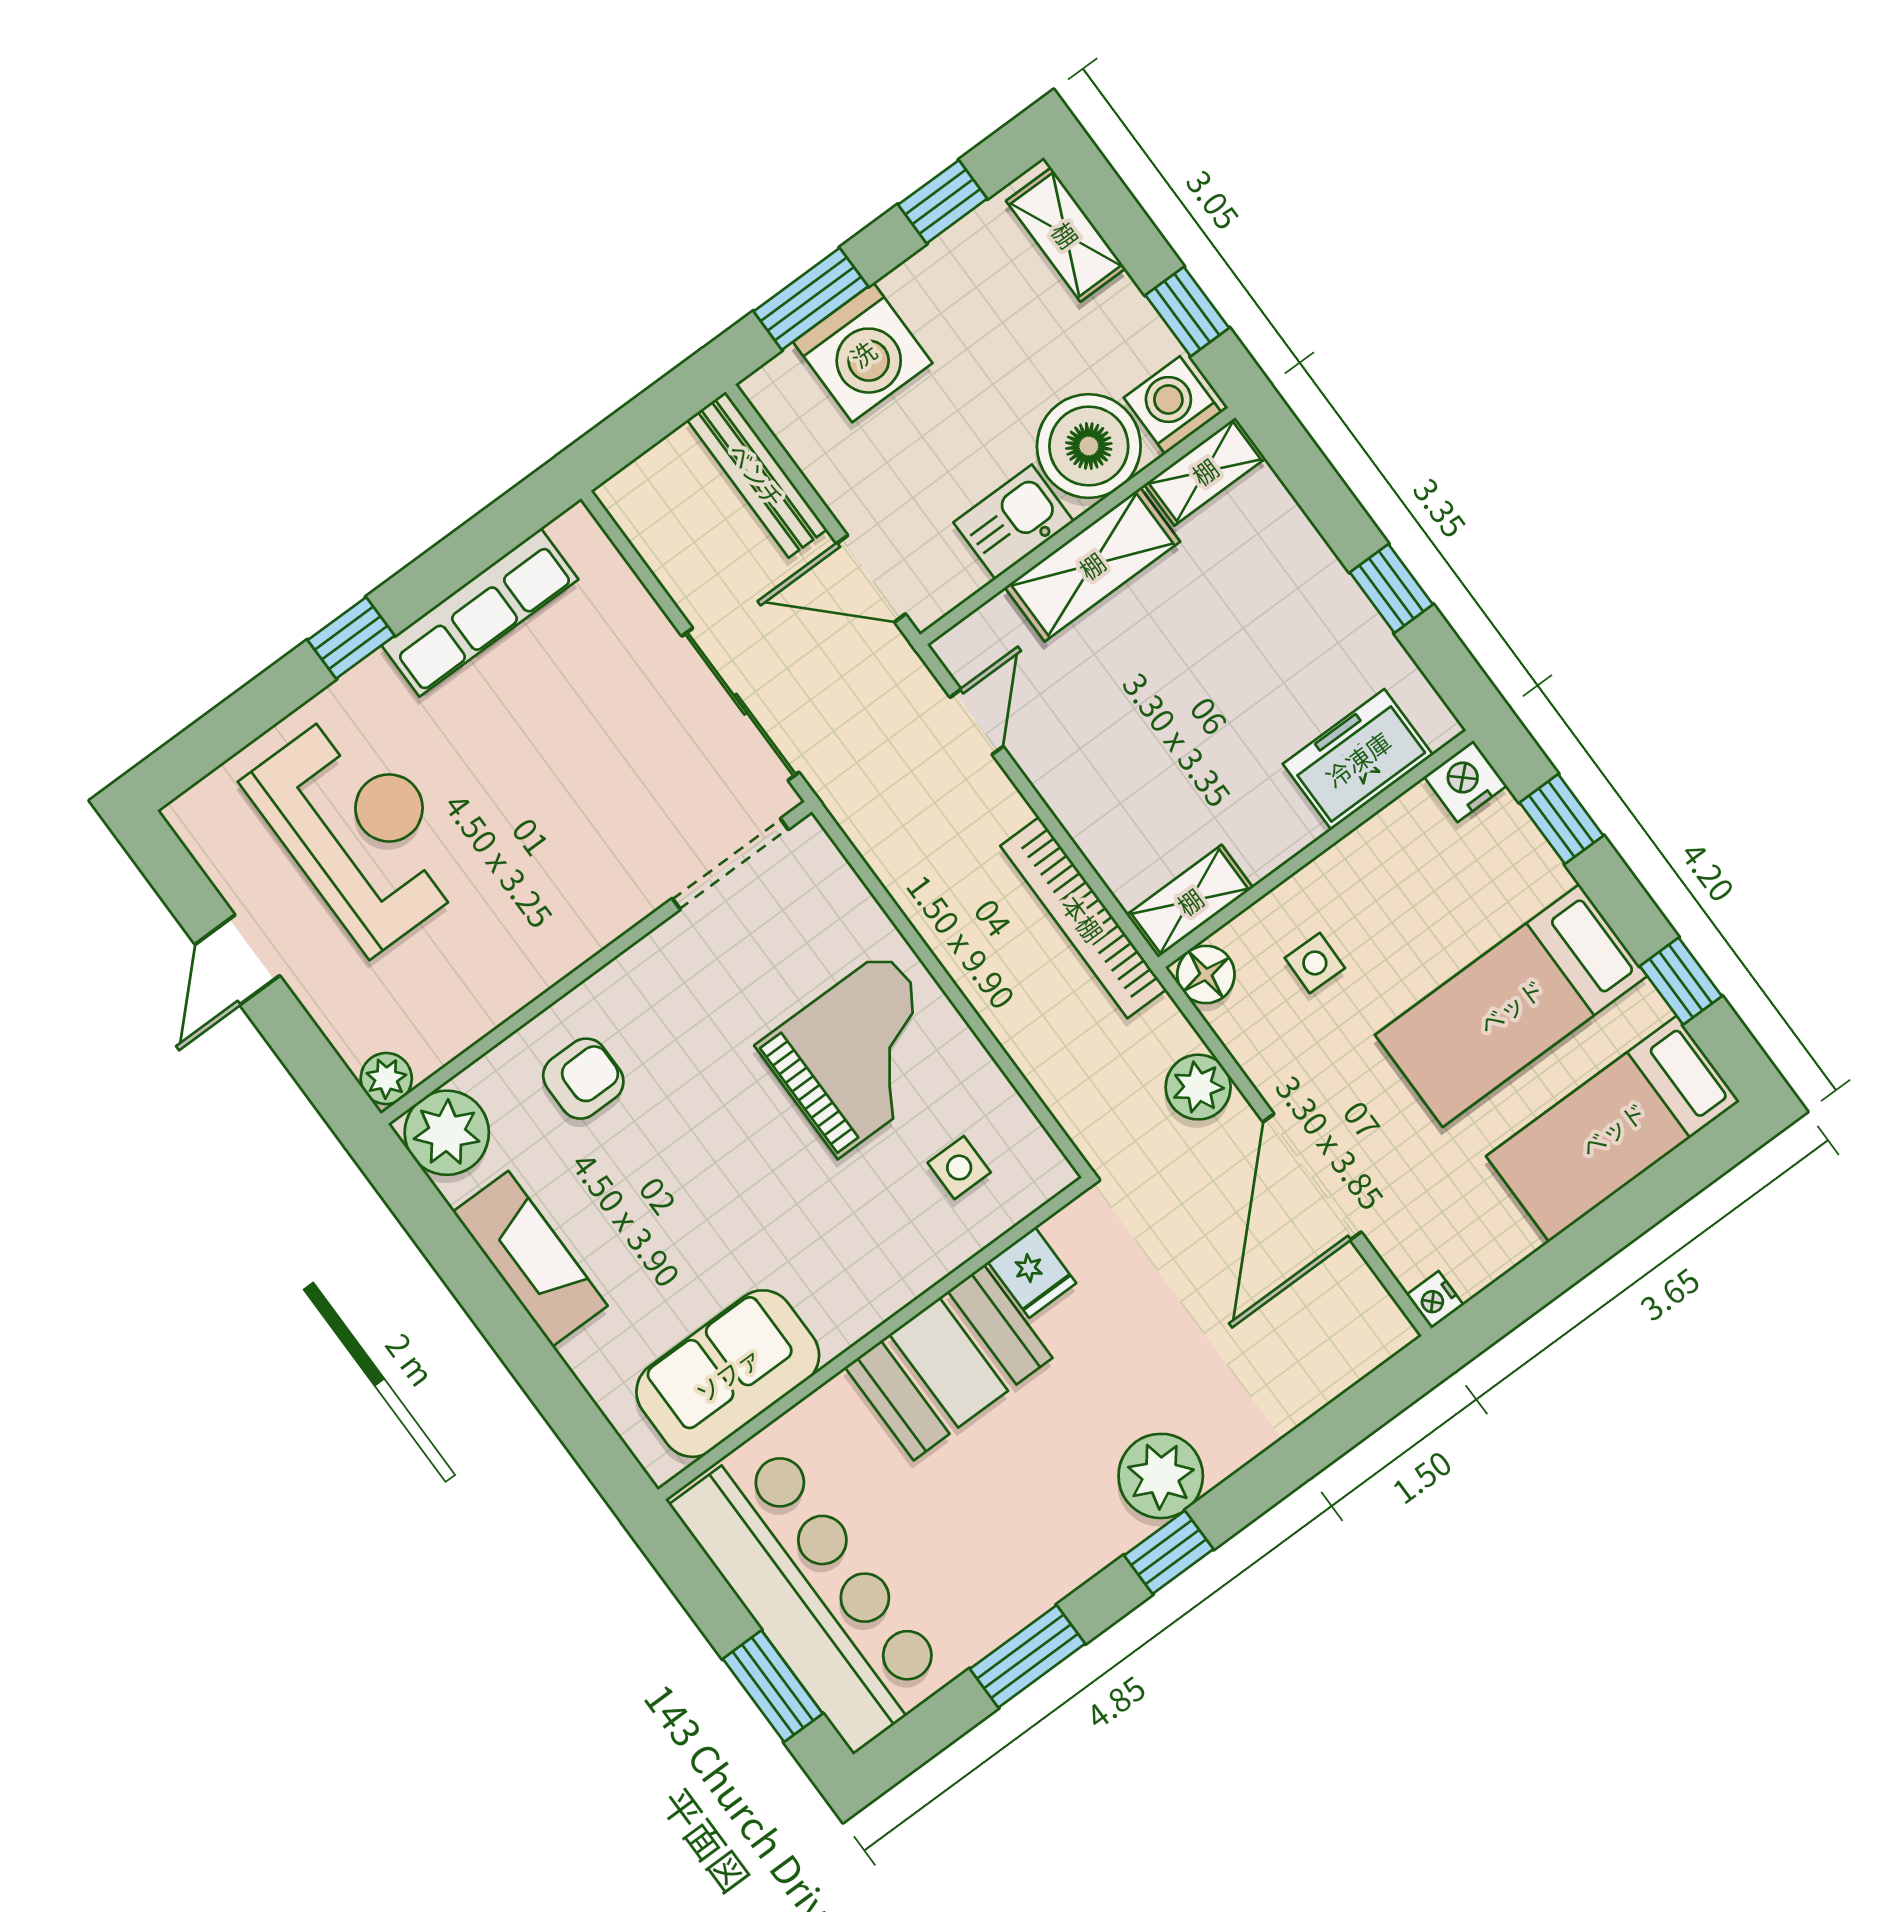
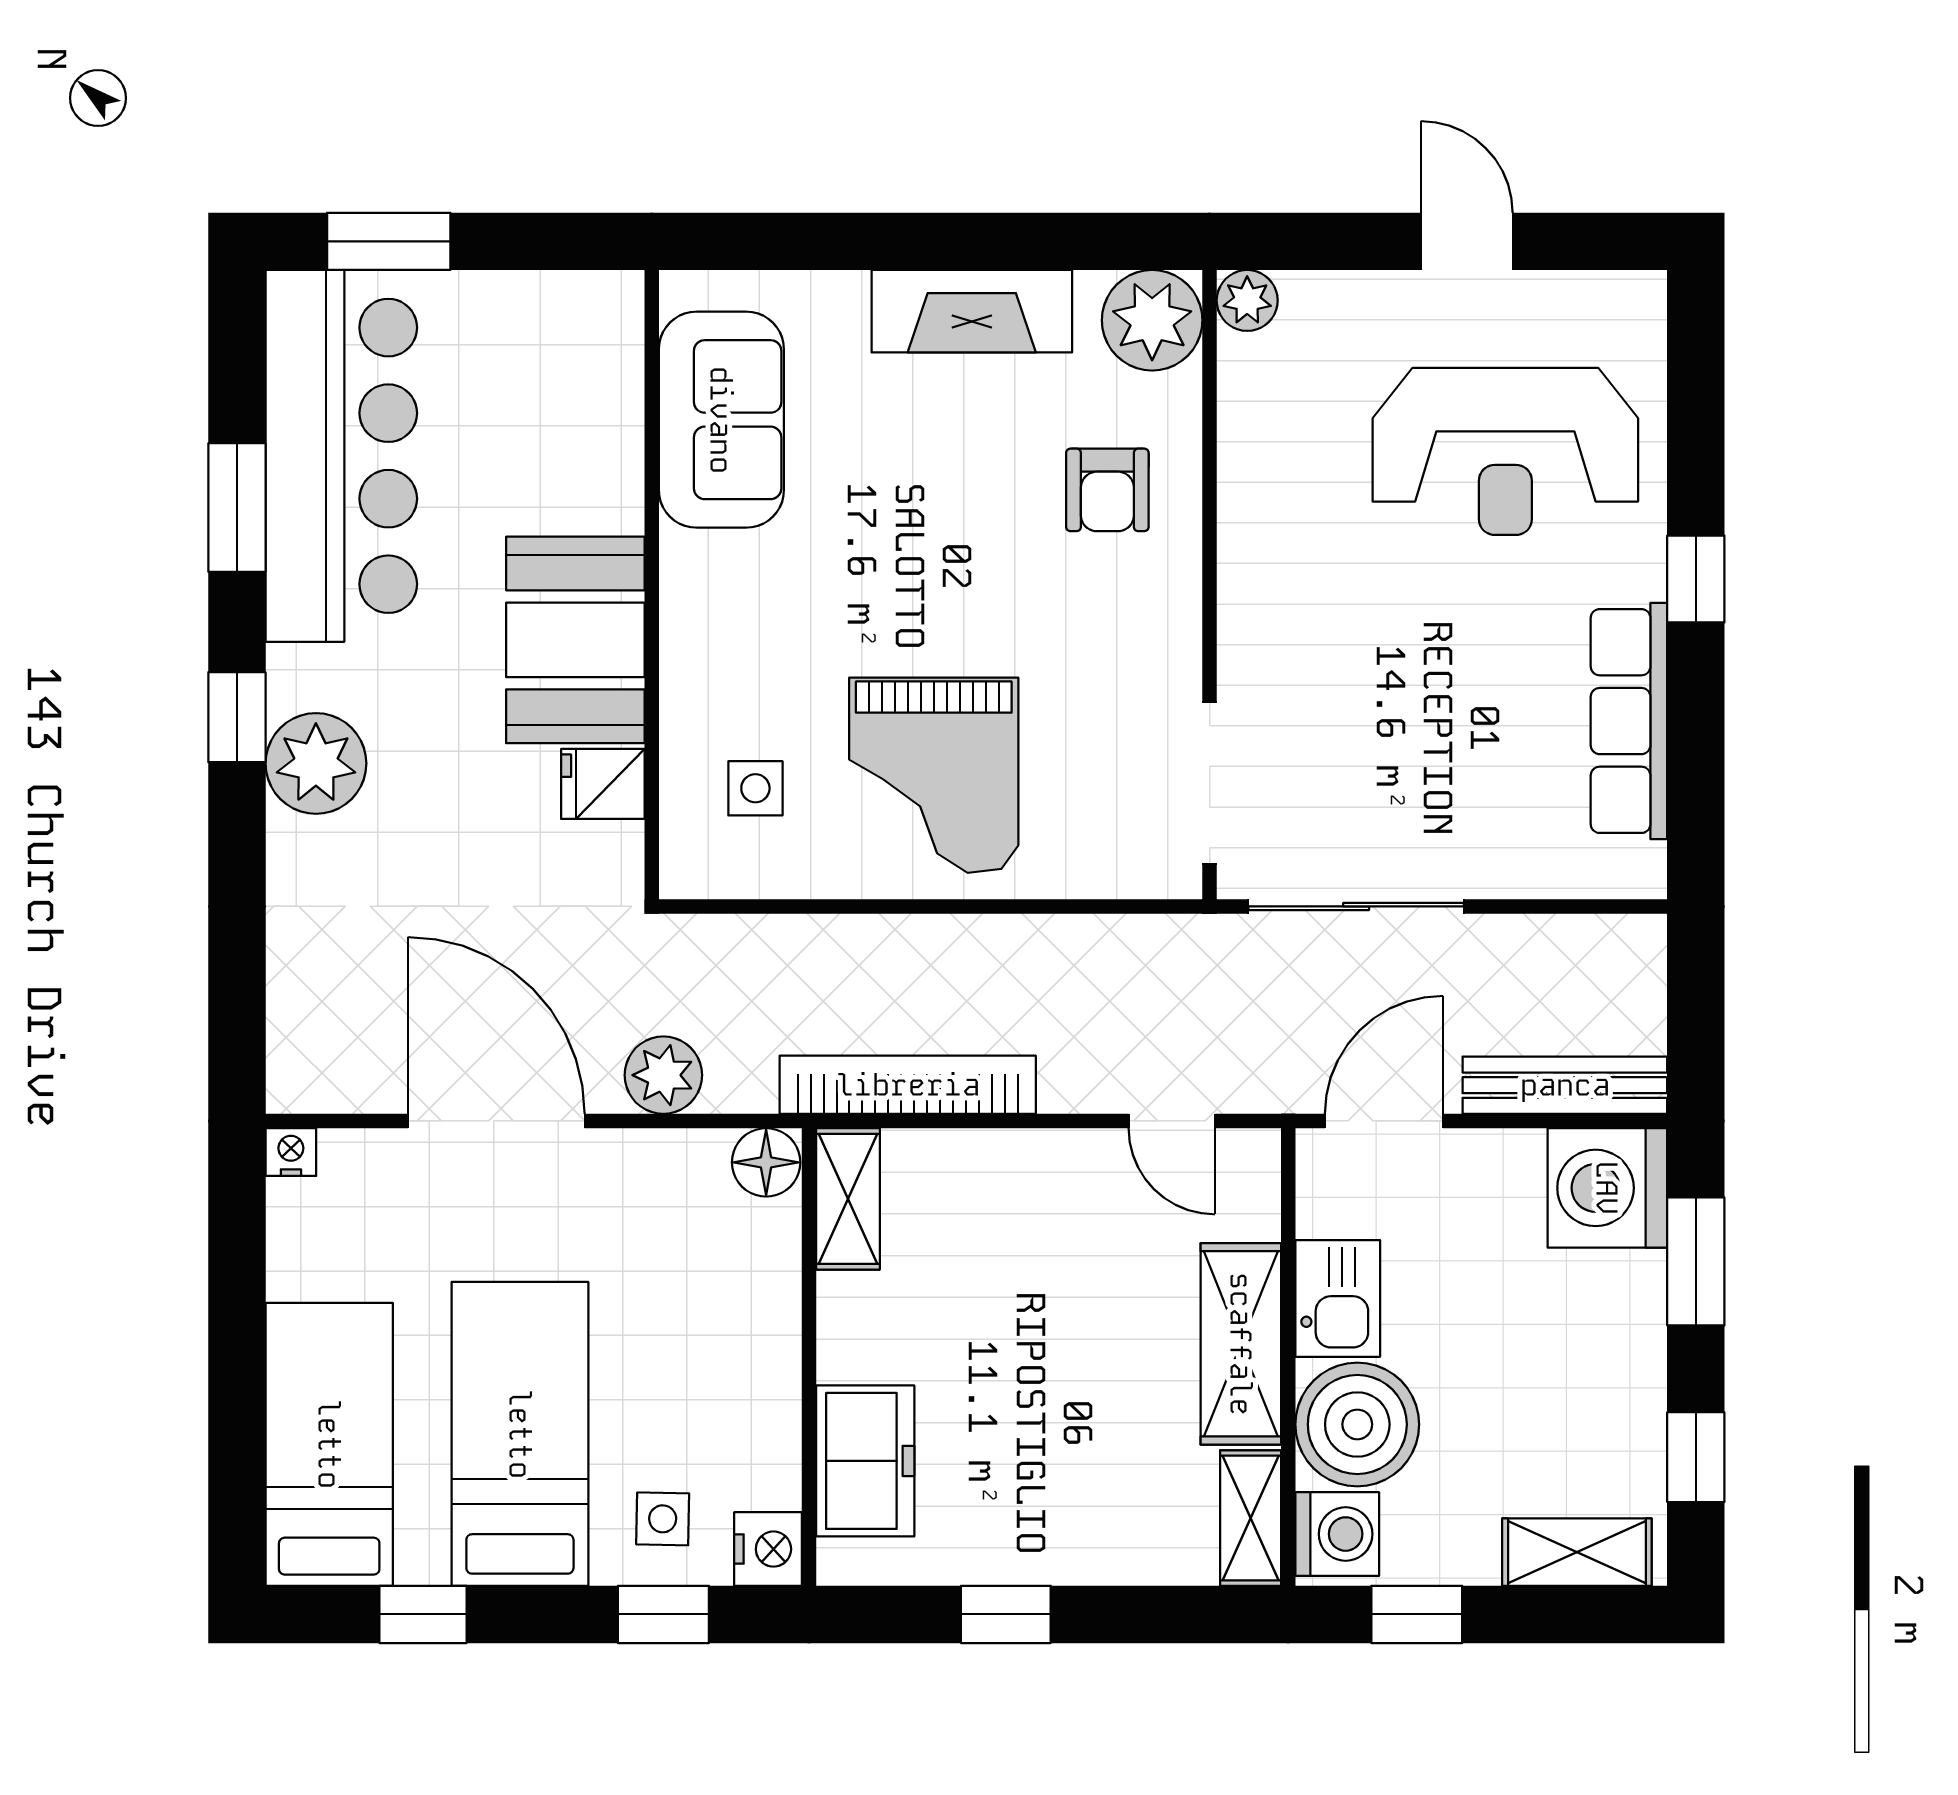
washing machine: (863, 353) -> (1607, 1188), moved
side table: (1315, 963) -> (663, 1519), moved
bar counter: (812, 1592) -> (341, 456), moved, turned -90

